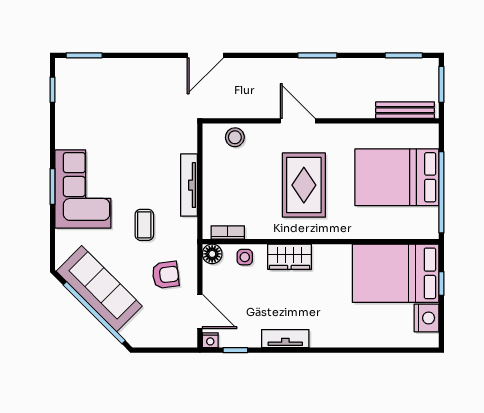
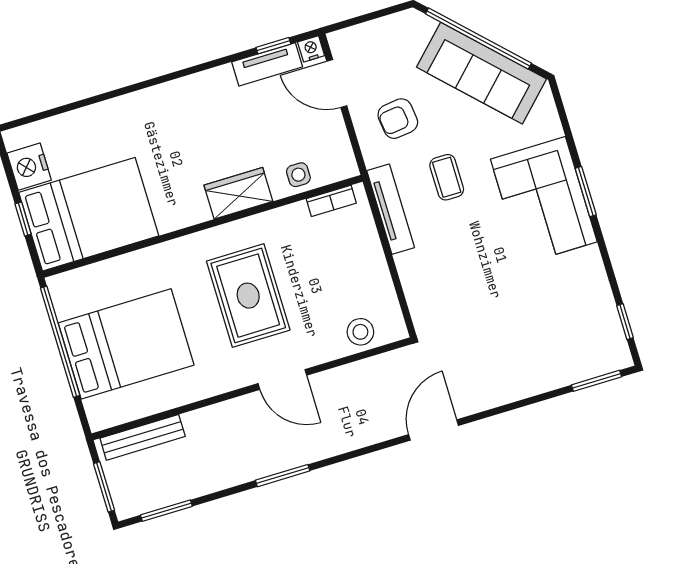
tv unit: (189, 185) -> (391, 209), moved
floor lamp: (212, 254) -> (344, 166), removed
tv unit: (285, 339) -> (267, 64), moved

